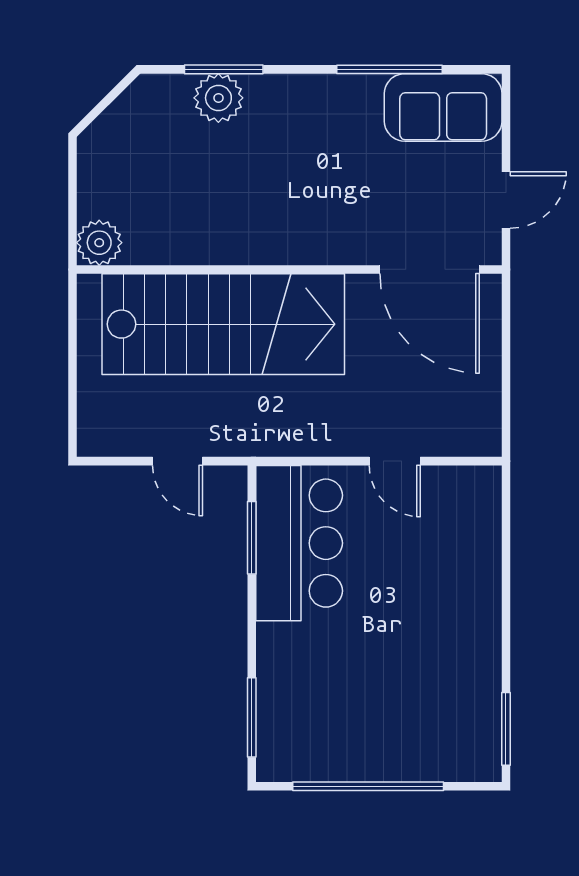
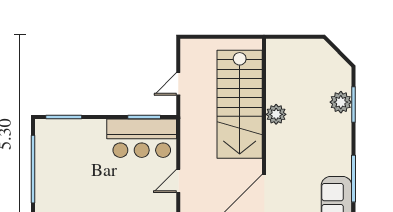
plant: (99, 243) -> (276, 114), moved

